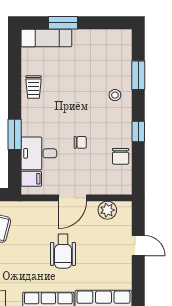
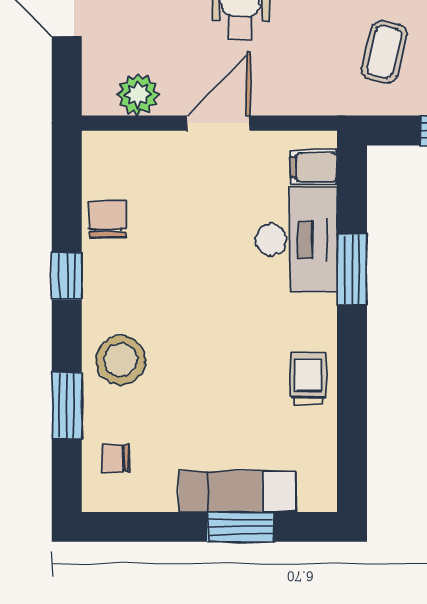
exam couch: (46, 38) -> (237, 492), moved
stool: (115, 95) -> (121, 360), width x1.89, depth x1.89
chair: (80, 142) -> (115, 458), moved
desk: (39, 153) -> (296, 240), width x1.37

